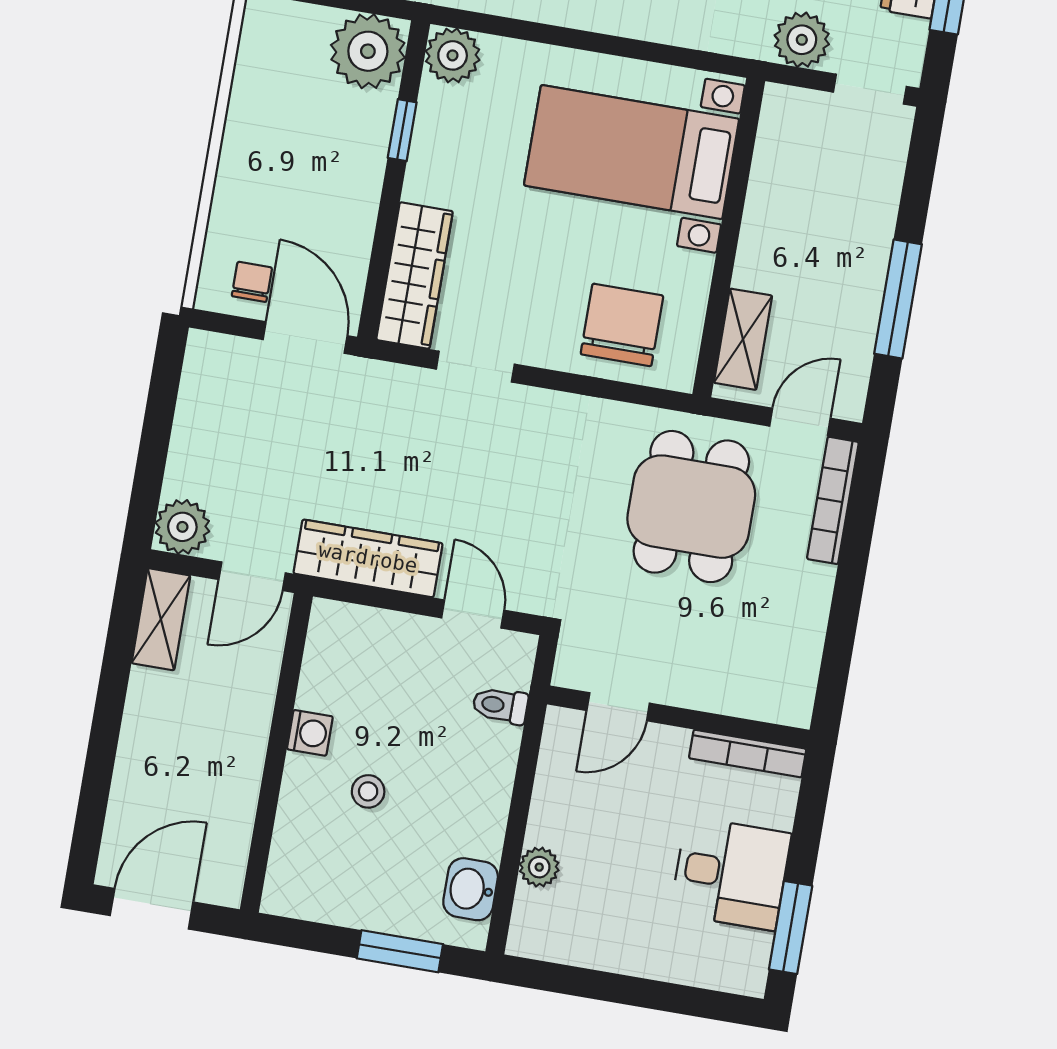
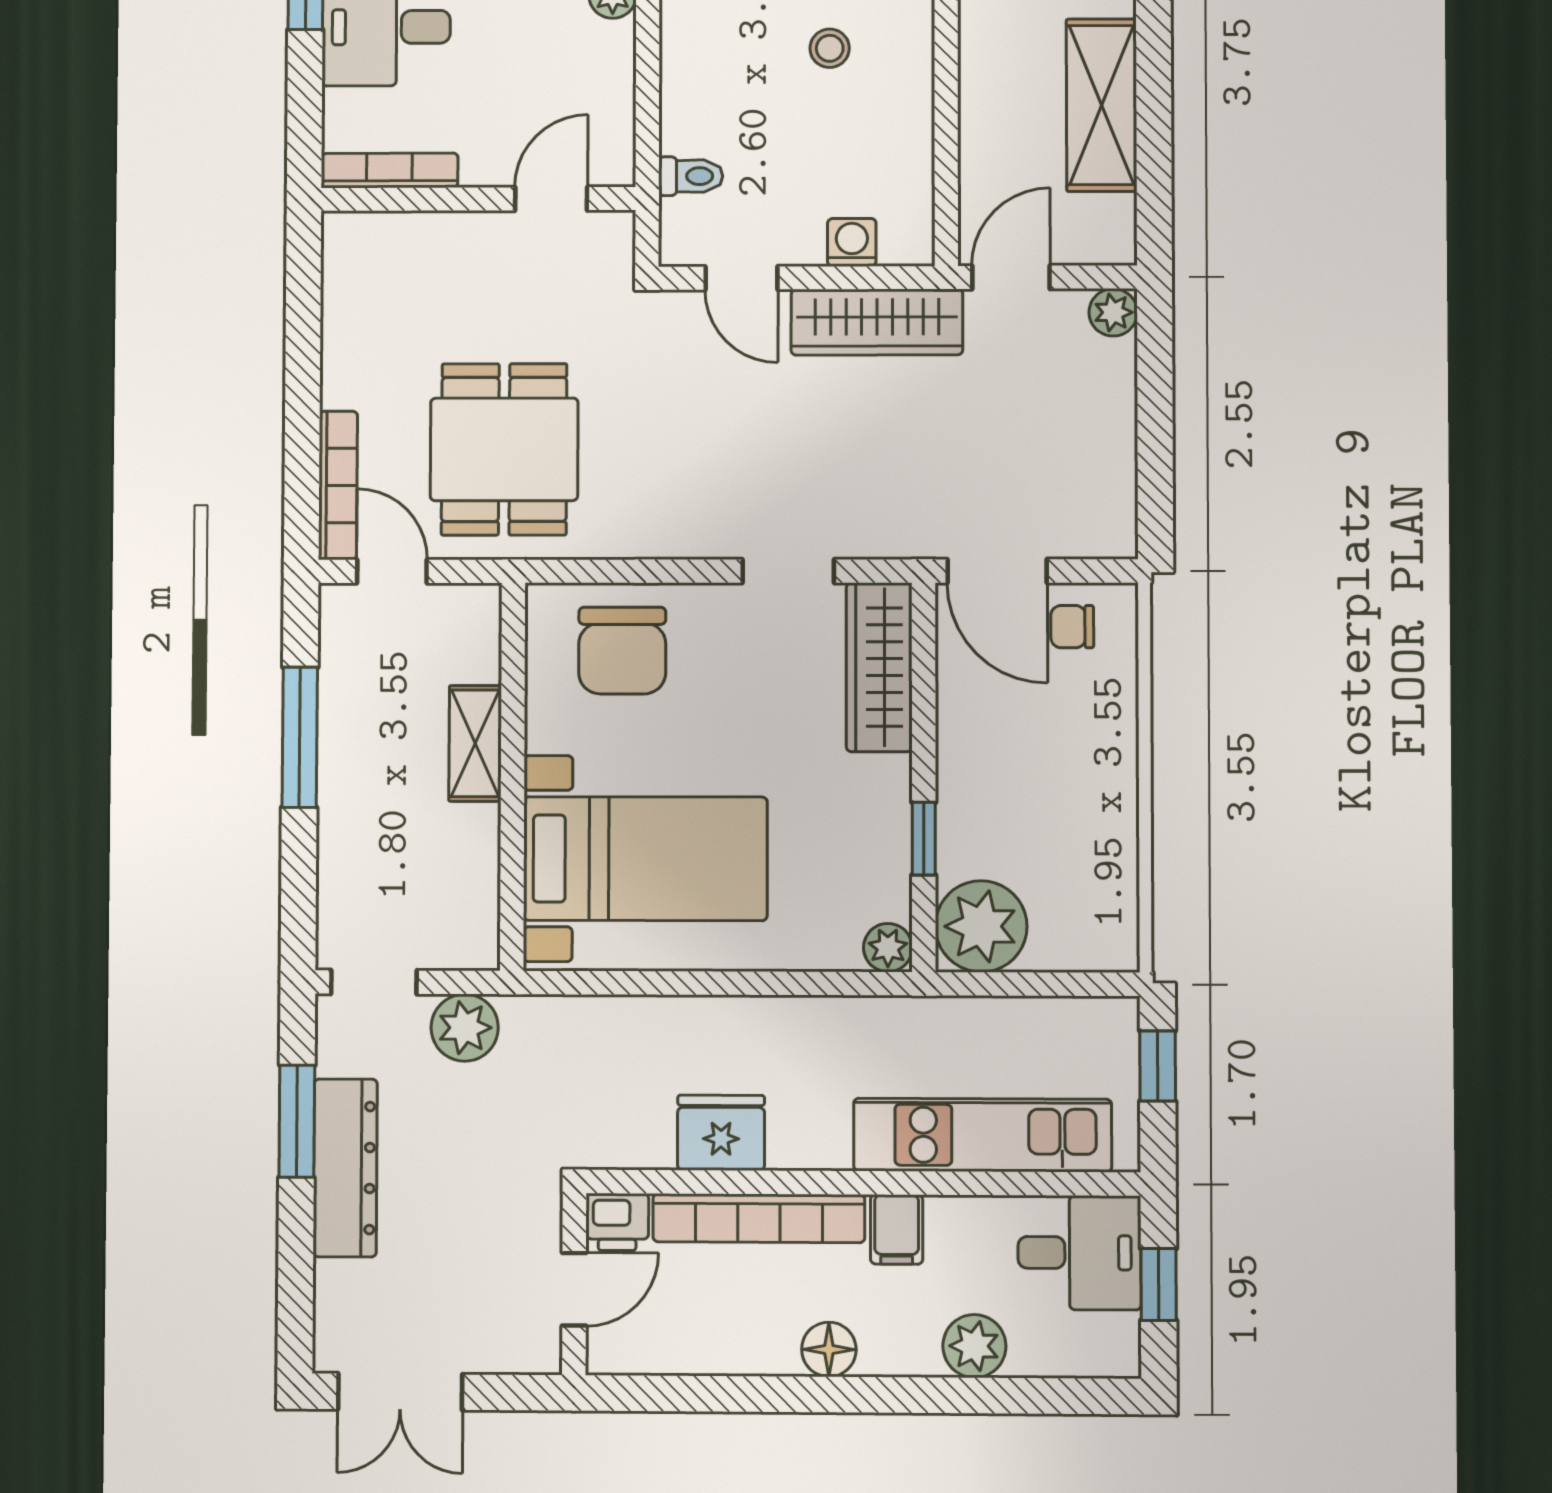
plant: (453, 55) -> (888, 948), width x0.73, depth x0.73
chair: (252, 282) -> (1072, 627), turned 90
shelving: (743, 339) -> (475, 743), moved
door: (800, 422) -> (392, 571), swing flipped
plant: (182, 527) -> (1113, 312), width x0.73, depth x0.73
shelving: (161, 619) -> (1102, 105), moved, width x1.50, depth x1.33
washing machine: (310, 733) -> (852, 242), moved, turned 90

